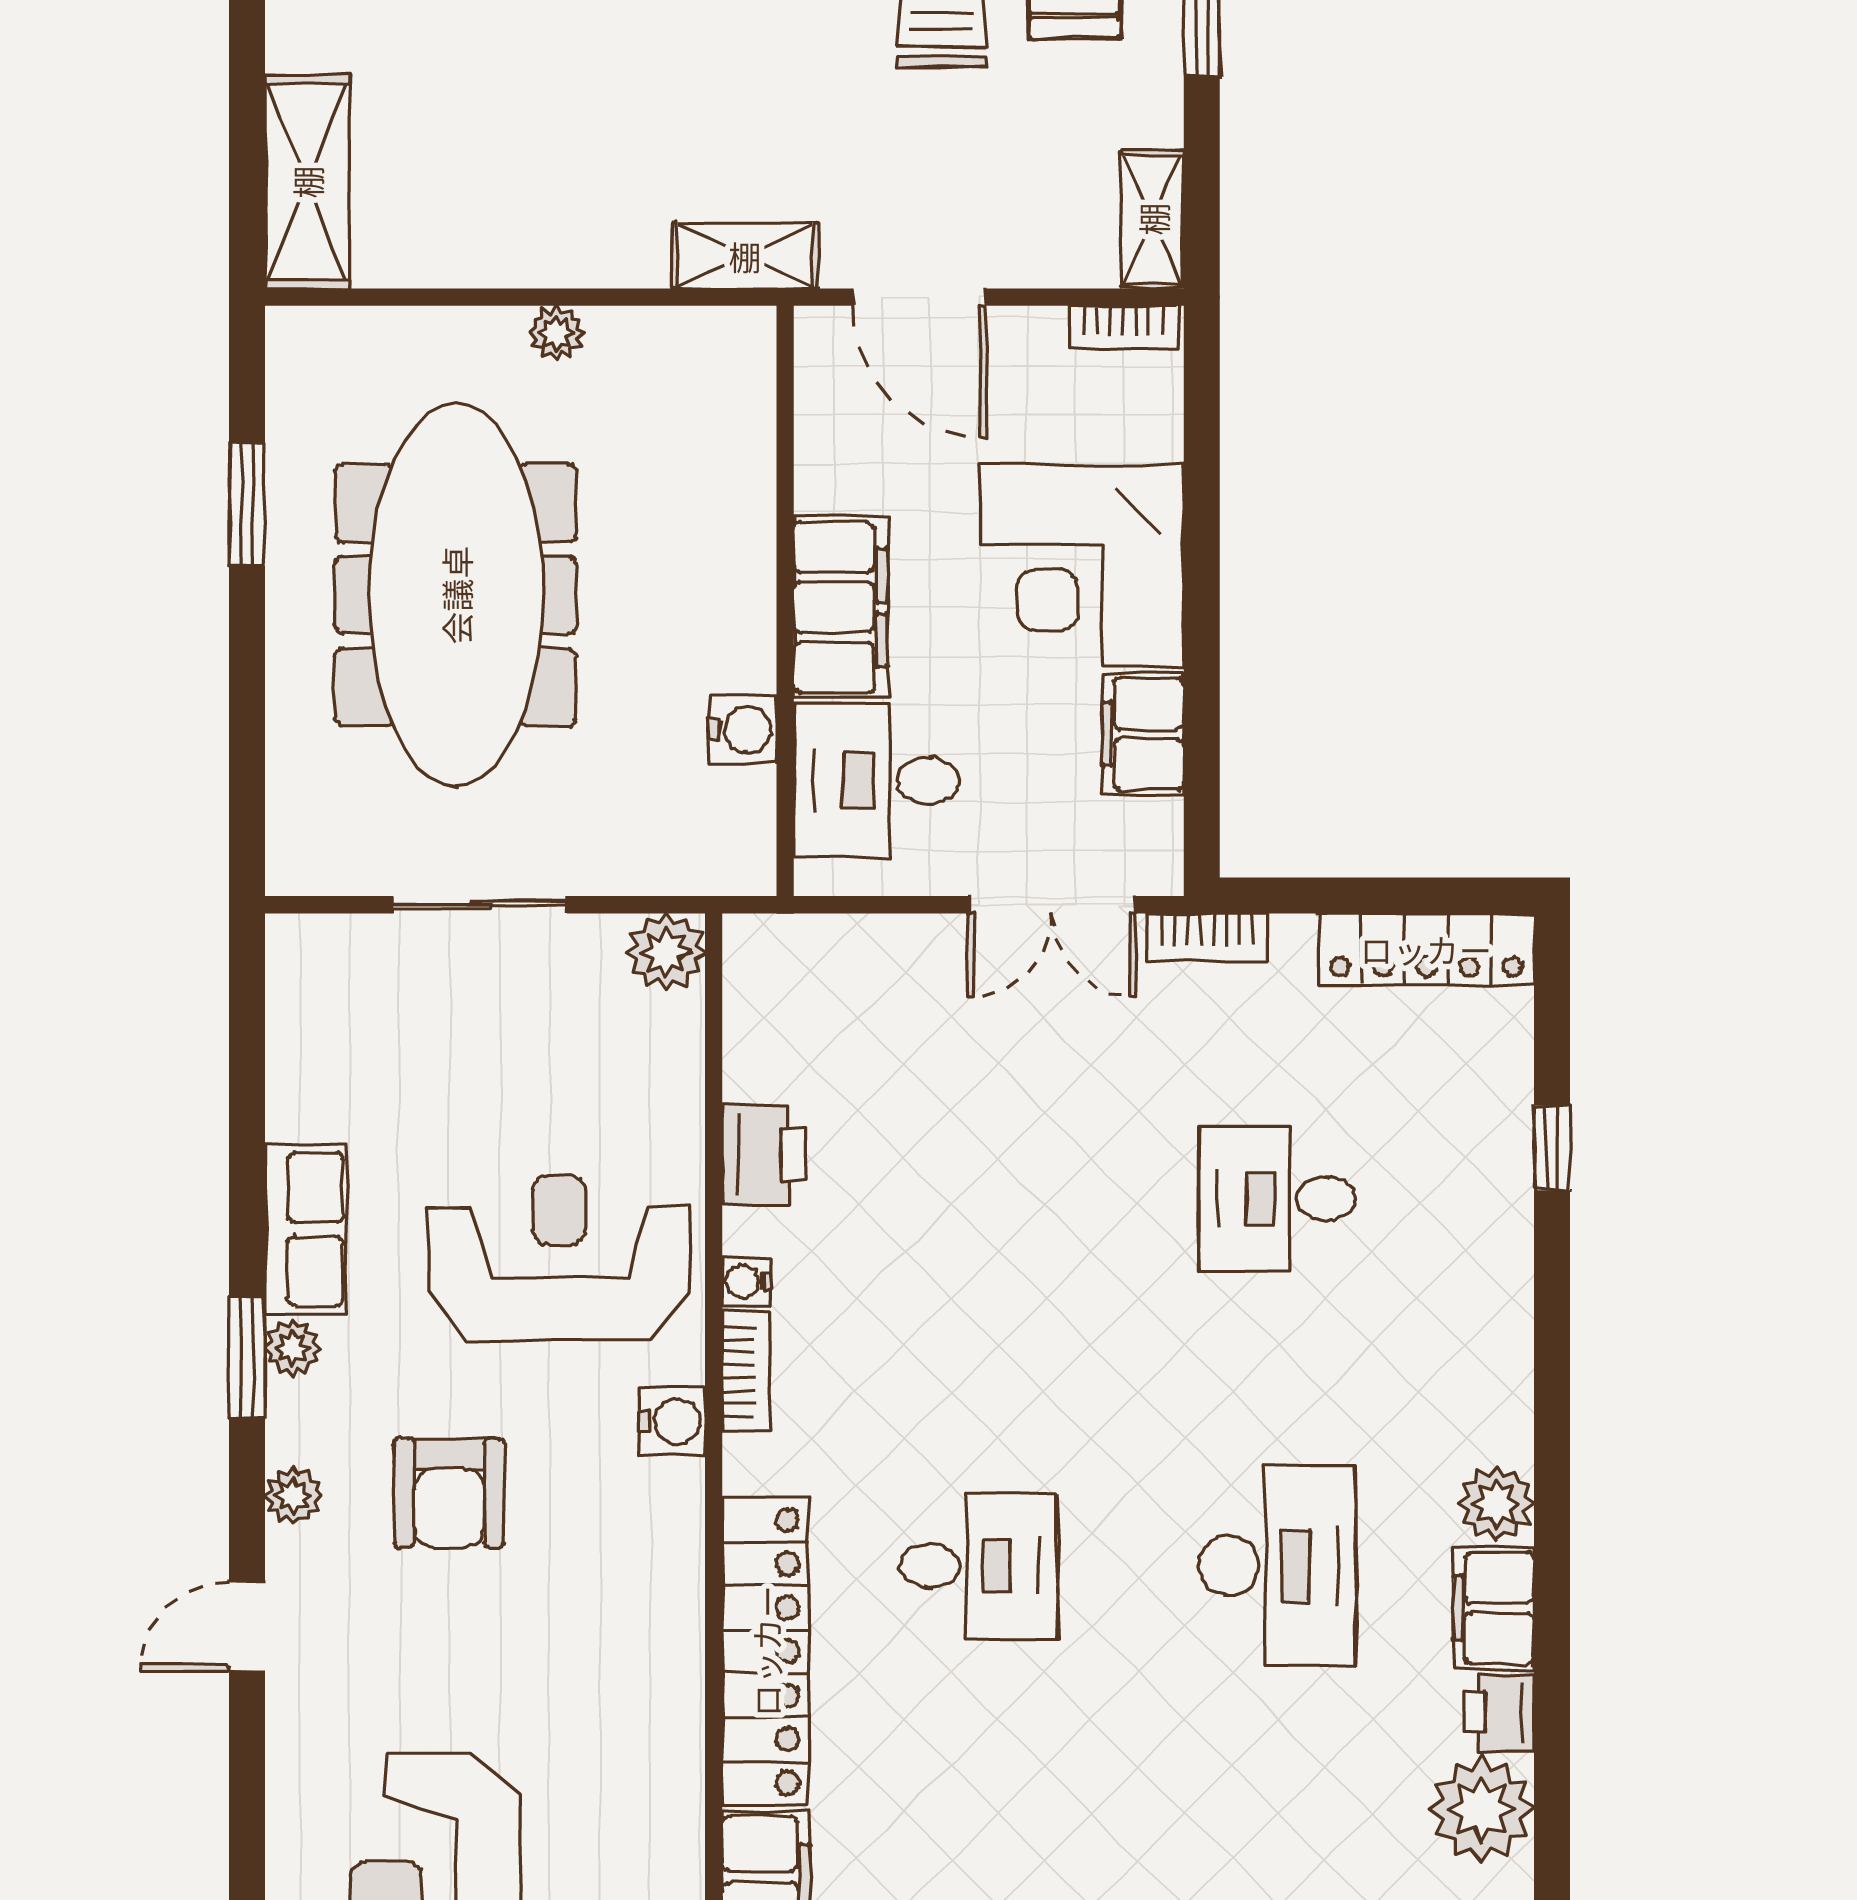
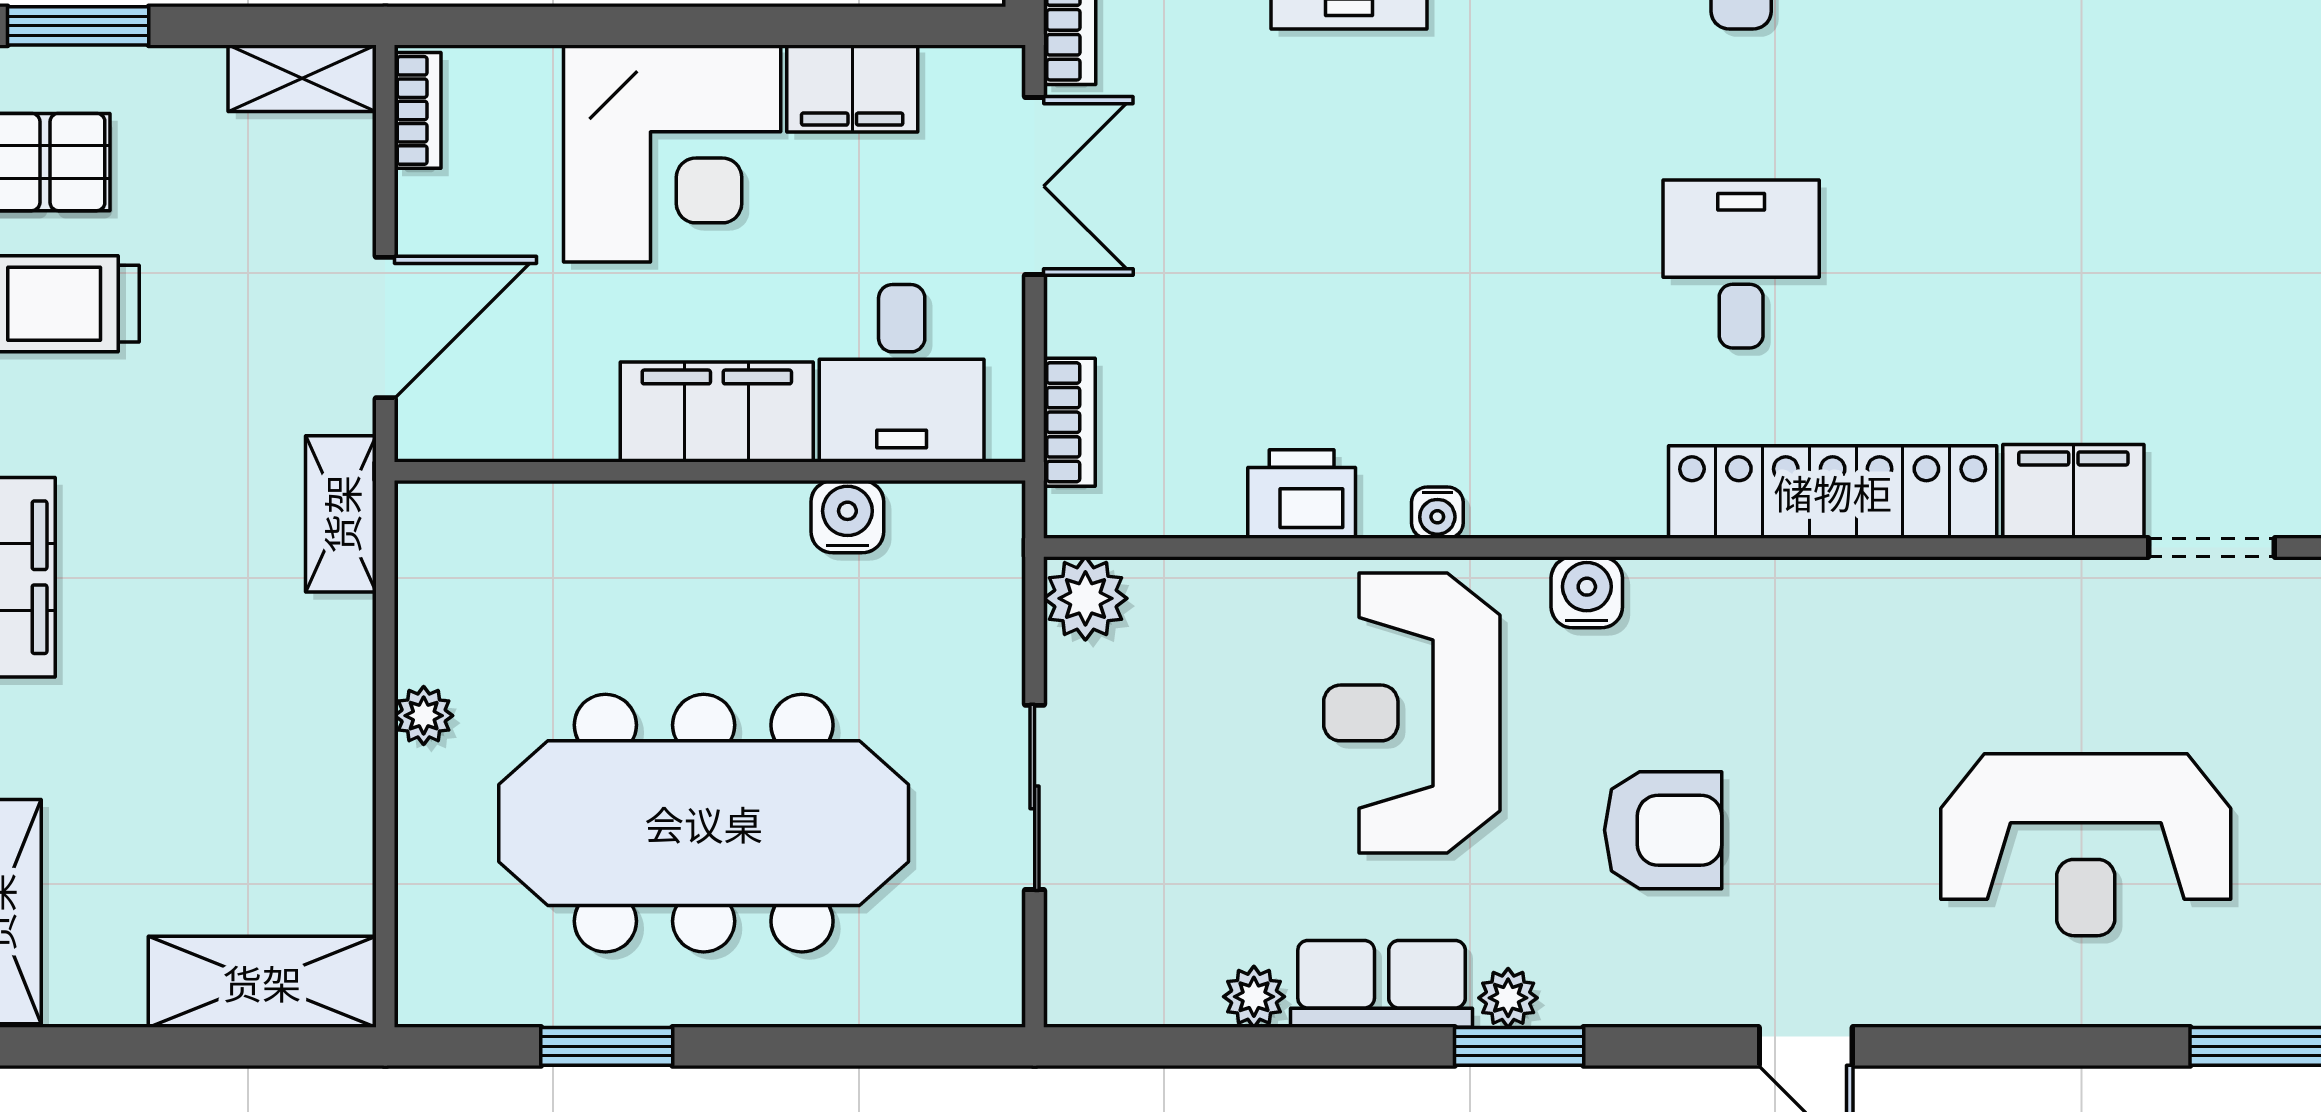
bookcase: (746, 1371) -> (1069, 422), moved, turned 90
plant: (293, 1496) -> (1254, 997), moved

